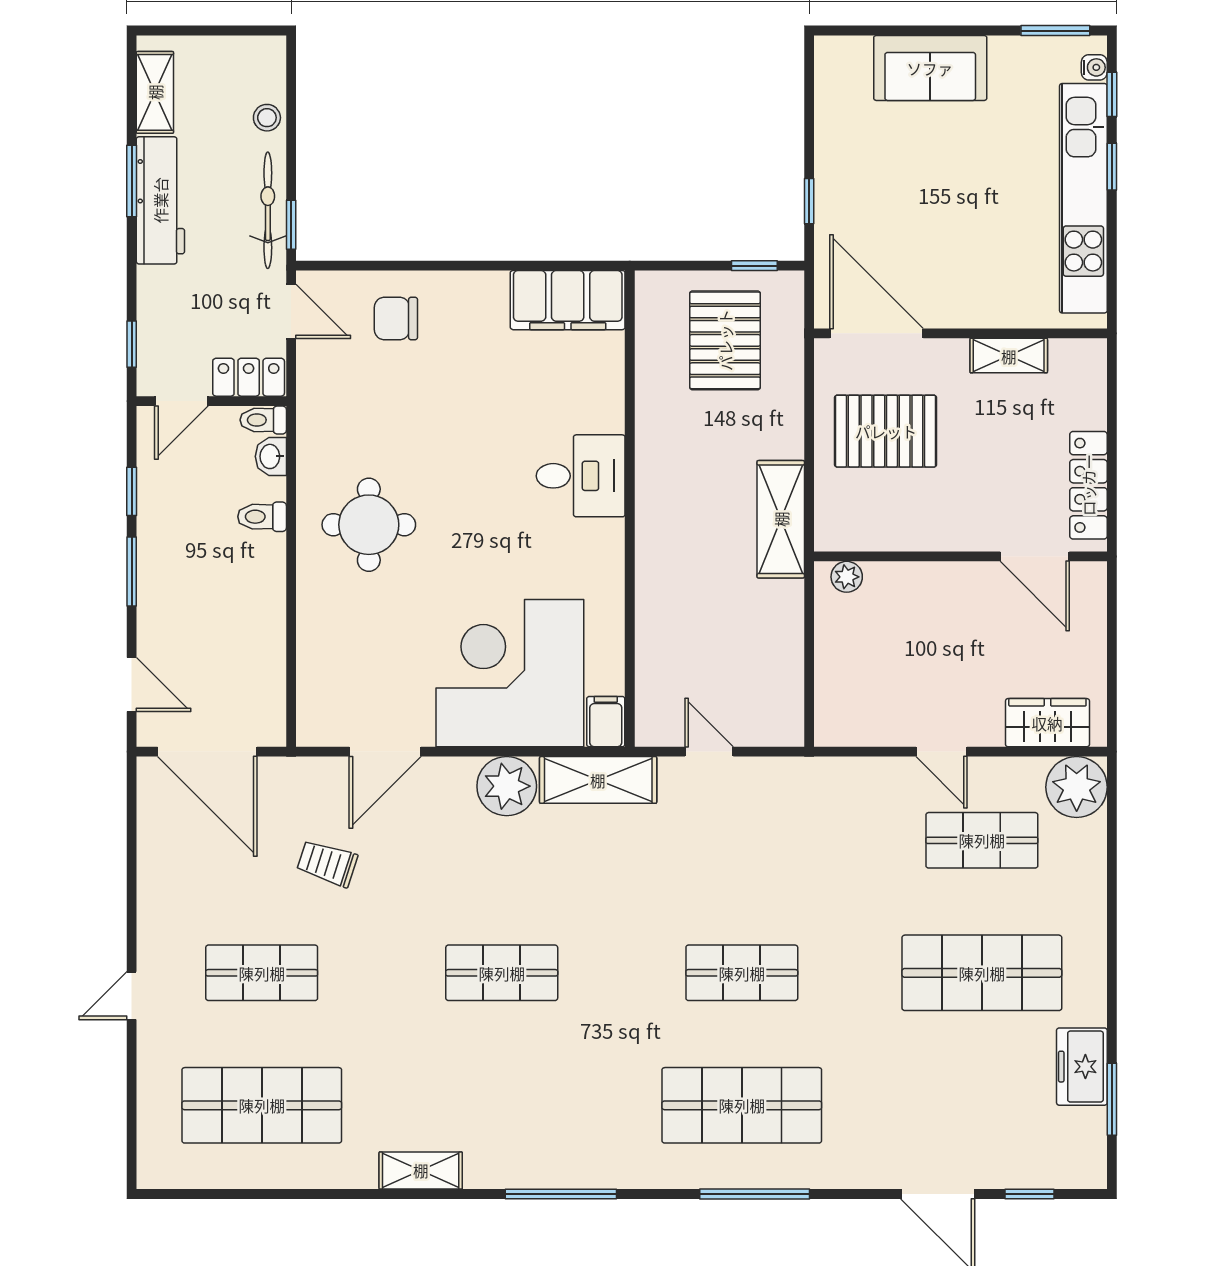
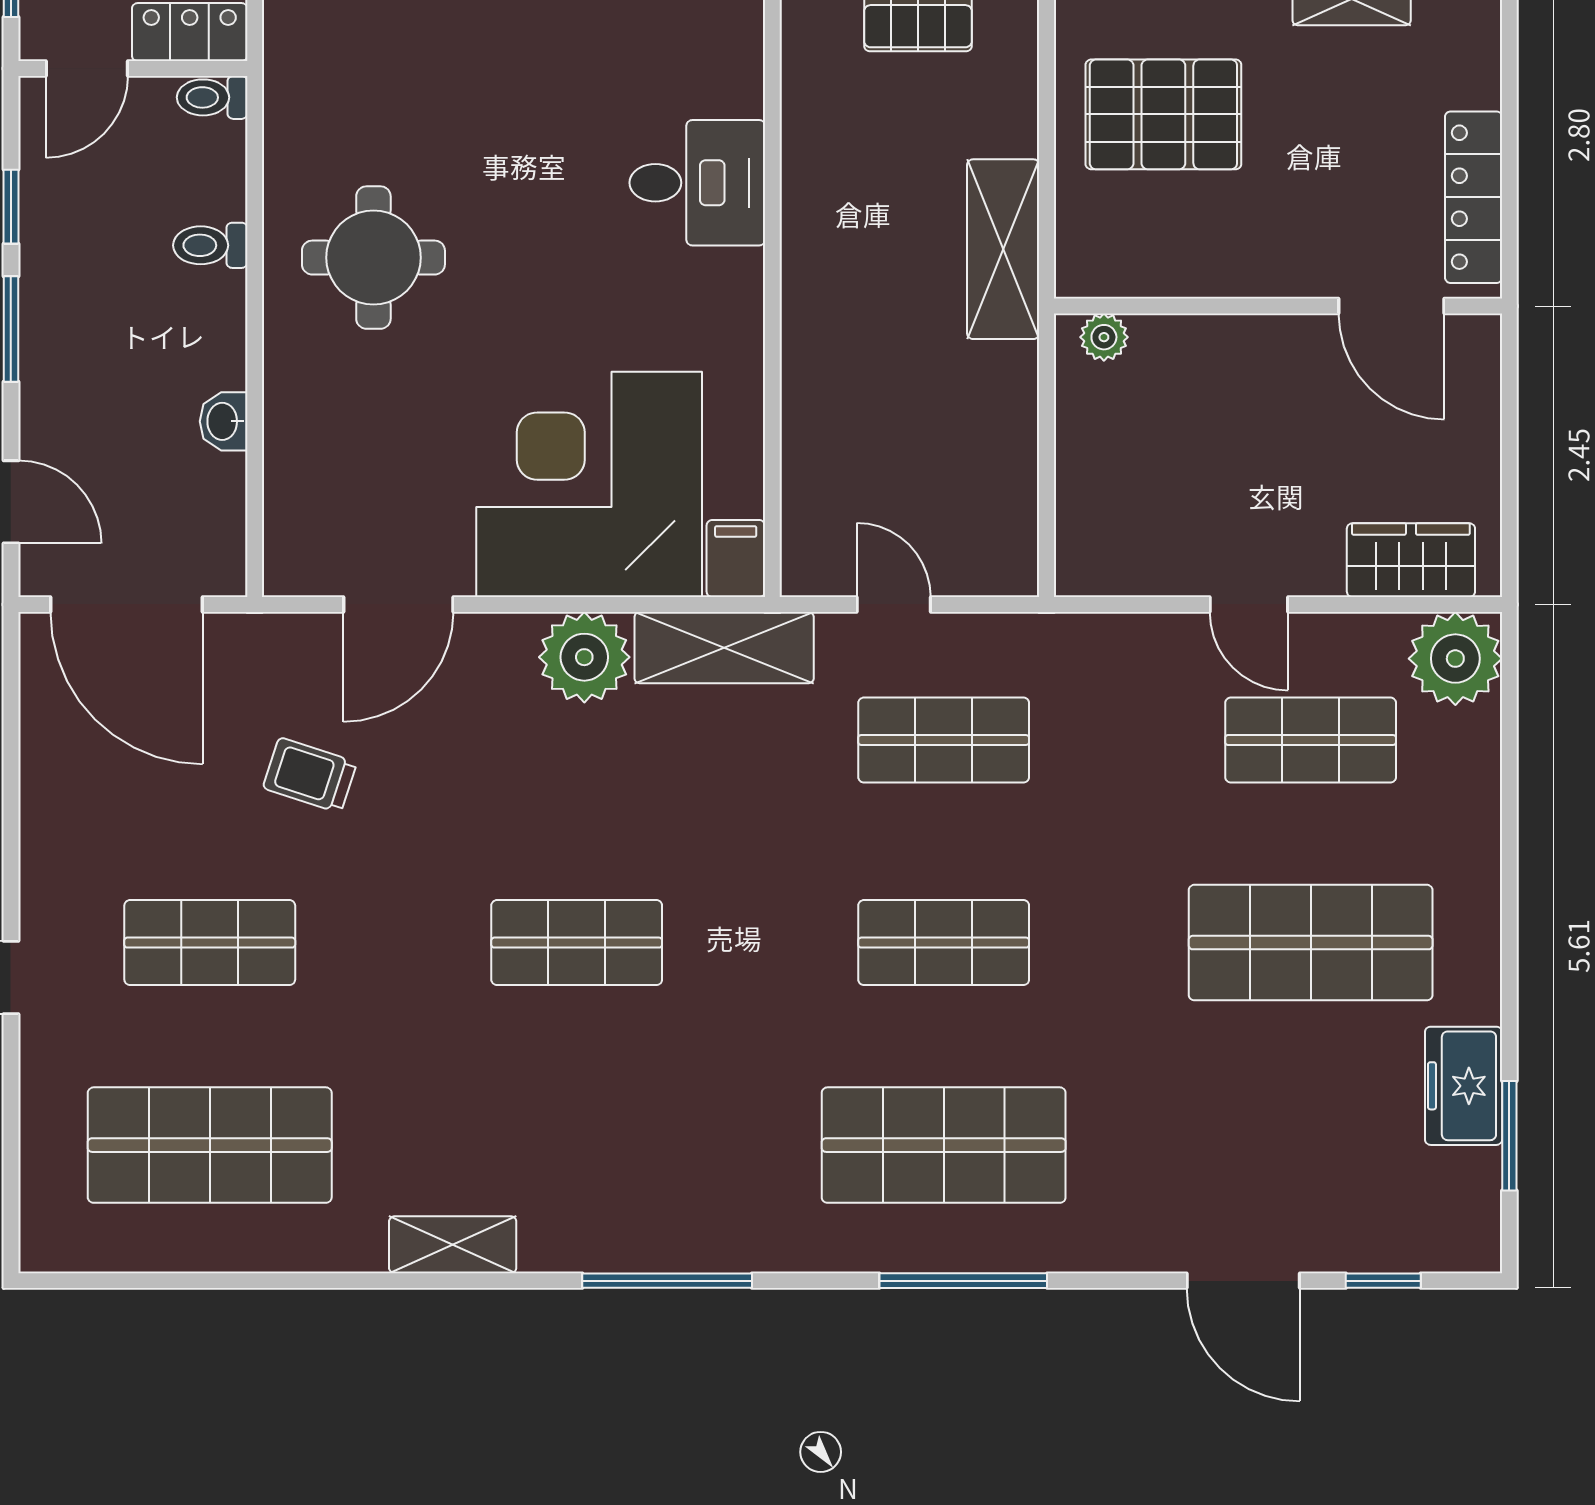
washbasin: (271, 456) -> (224, 421), moved
shop shelf: (742, 840) -> (944, 740), added

